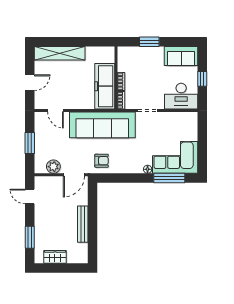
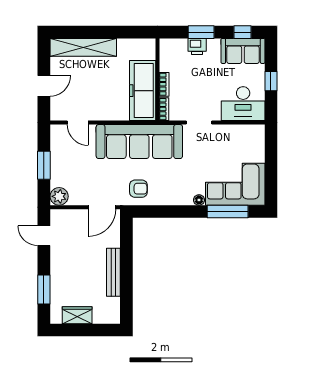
window: (181, 42) -> (242, 32), added
printer: (146, 53) -> (197, 46), added
plant: (53, 167) -> (59, 196), moved

